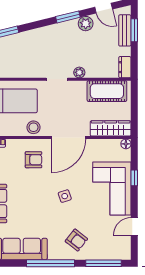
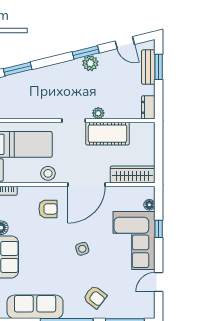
plant: (86, 24) -> (90, 63), moved
cot: (107, 91) -> (107, 134), moved
floor lamp: (126, 144) -> (149, 205), moved

